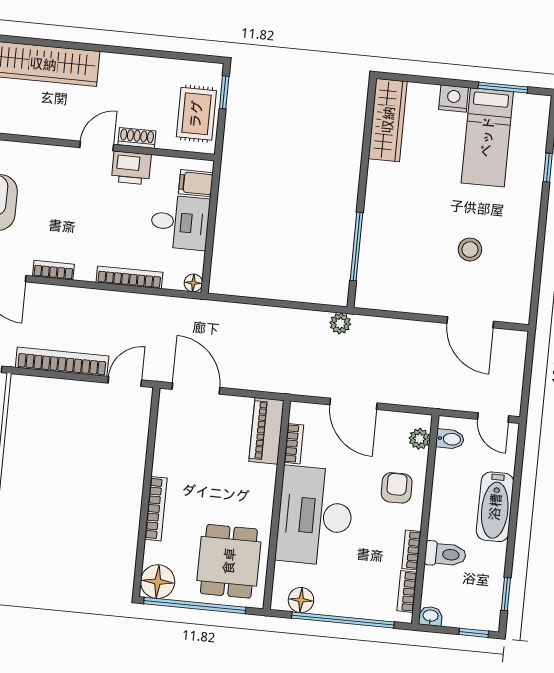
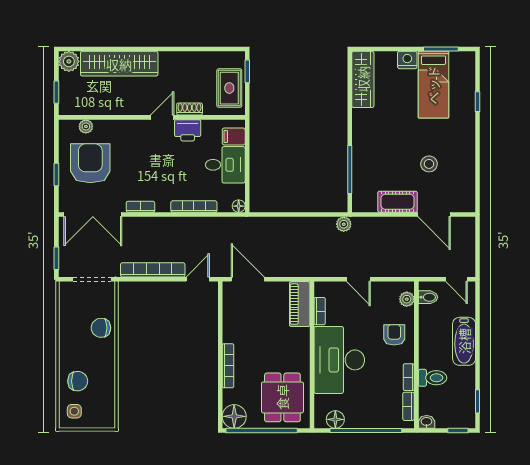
cot: (420, 299) -> (398, 202), added
door: (353, 404) -> (358, 279), width x0.73

